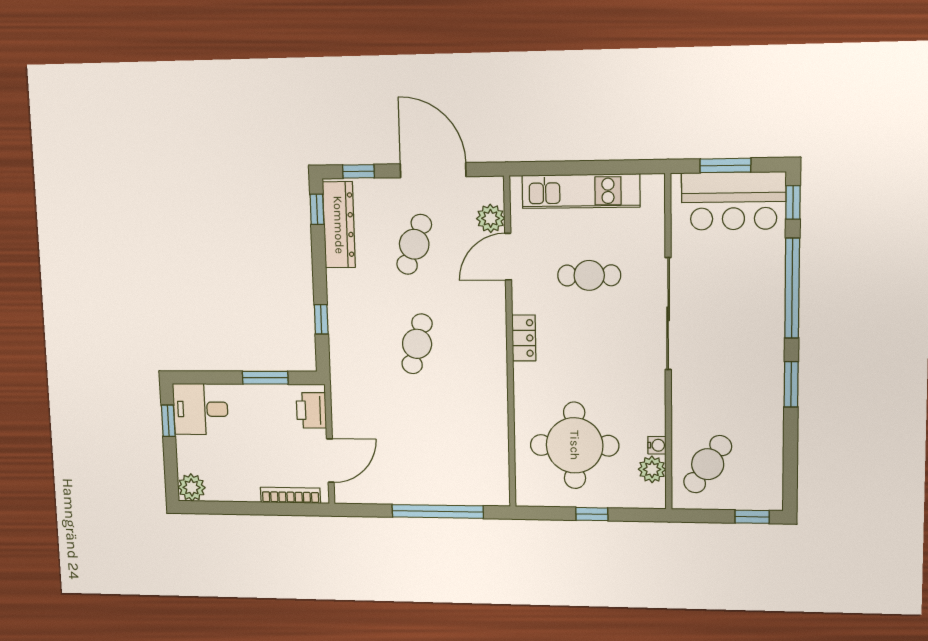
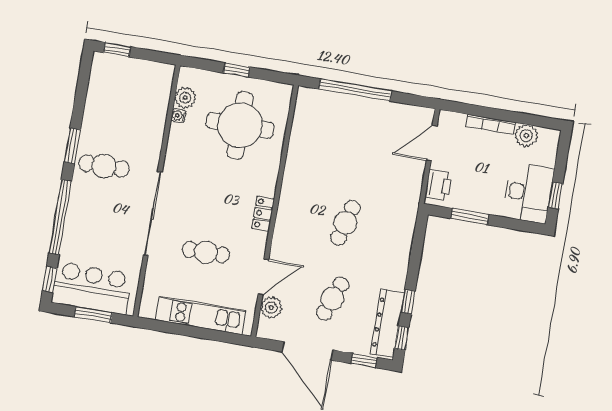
window: (321, 319) -> (408, 302), moved
desk: (201, 409) -> (528, 193), width x1.37
cafe table: (708, 464) -> (104, 166), moved, turned 56
plant: (192, 487) -> (526, 136), moved
bookcase: (290, 495) -> (491, 124), moved

